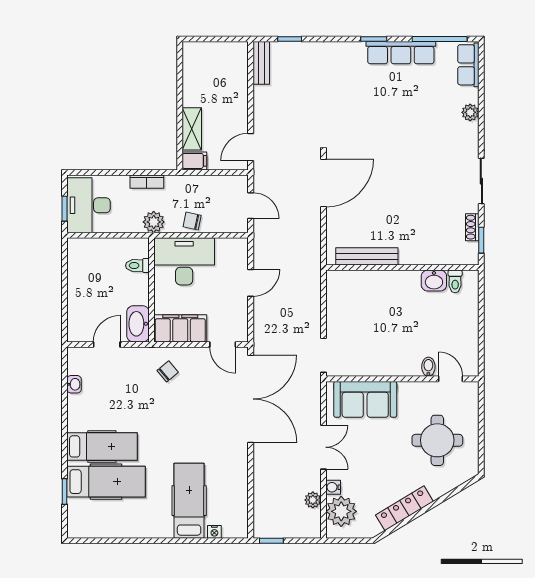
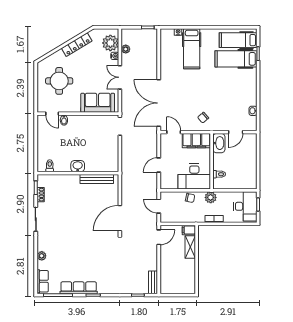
washbasin: (434, 281) -> (78, 166), moved
hospital bed: (102, 446) -> (238, 40), moved

